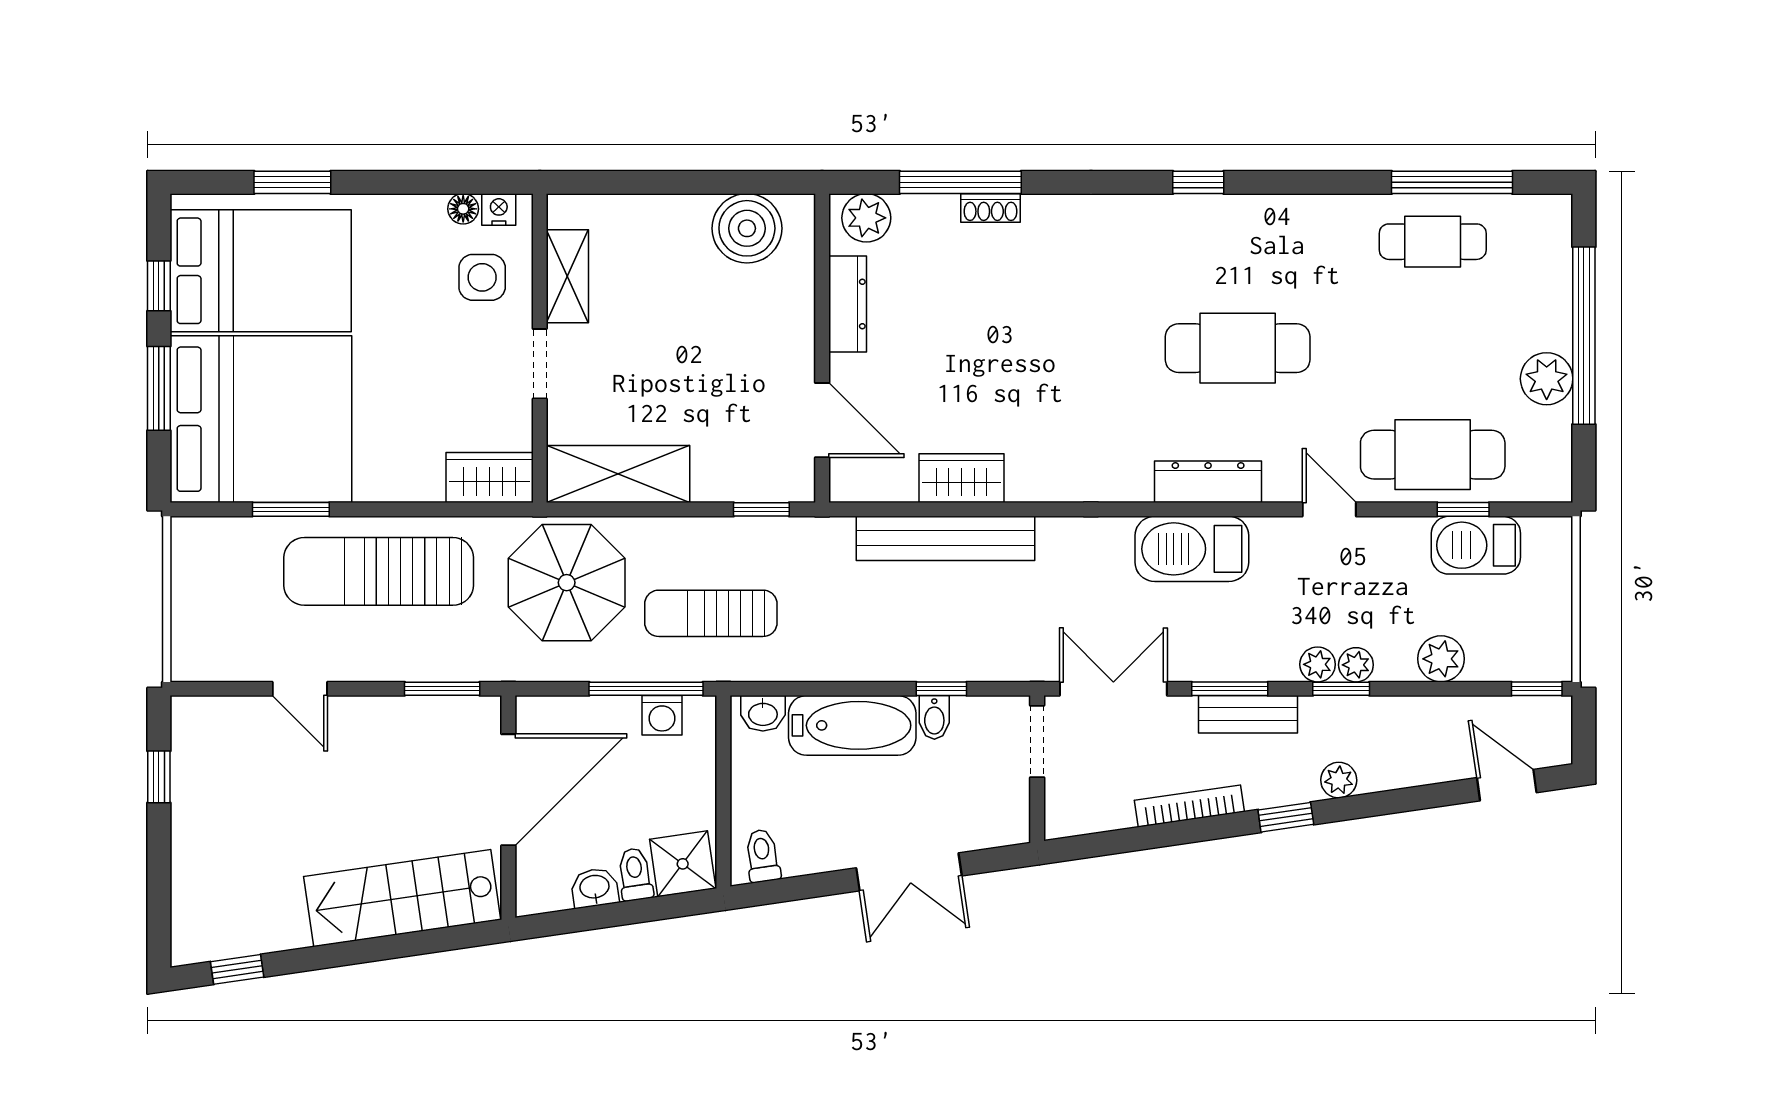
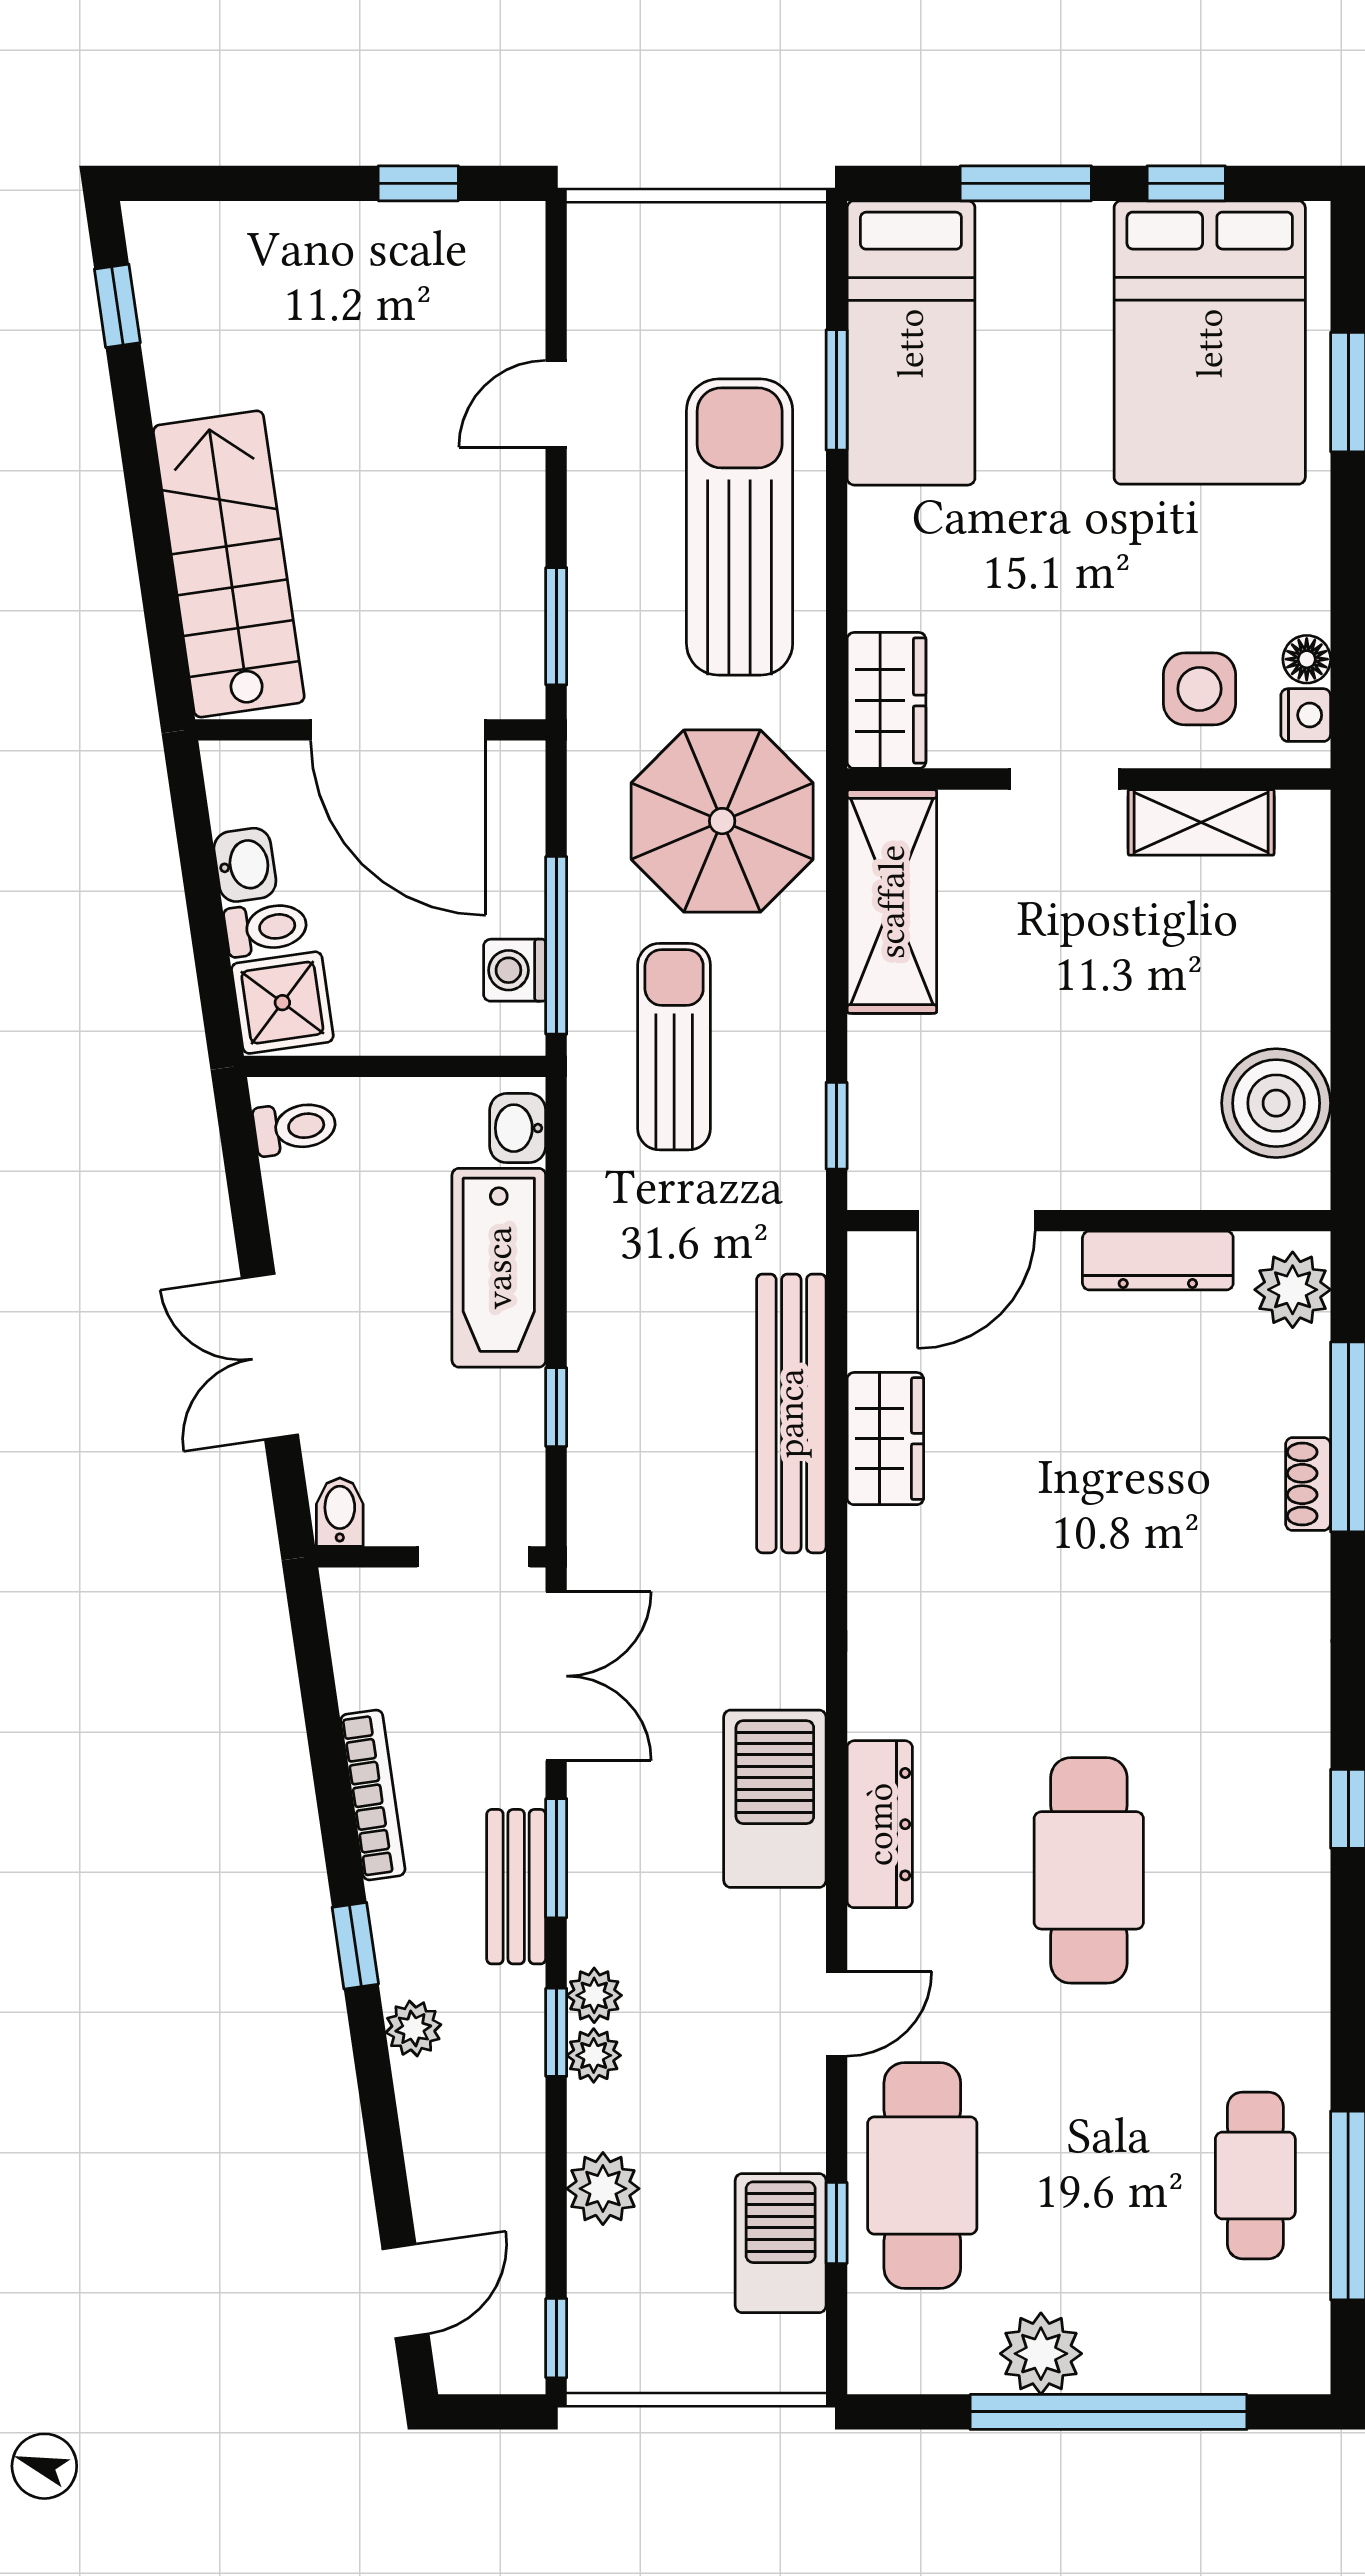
bed: (261, 419) -> (911, 343), width x0.49
bidet: (934, 717) -> (340, 1512), moved, turned 90

